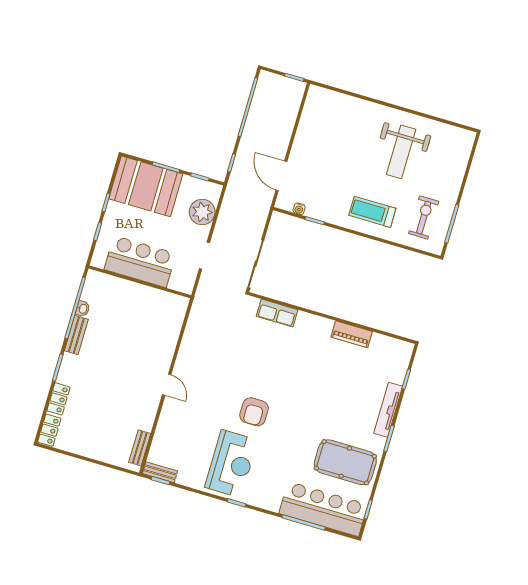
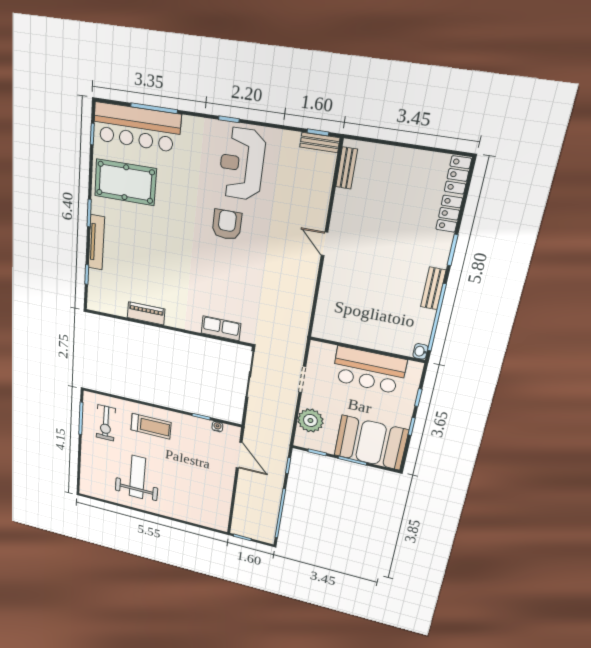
washbasin: (83, 309) -> (420, 351), moved

